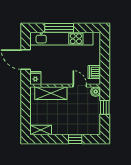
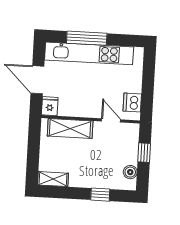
boiler: (96, 92) -> (130, 172), moved

